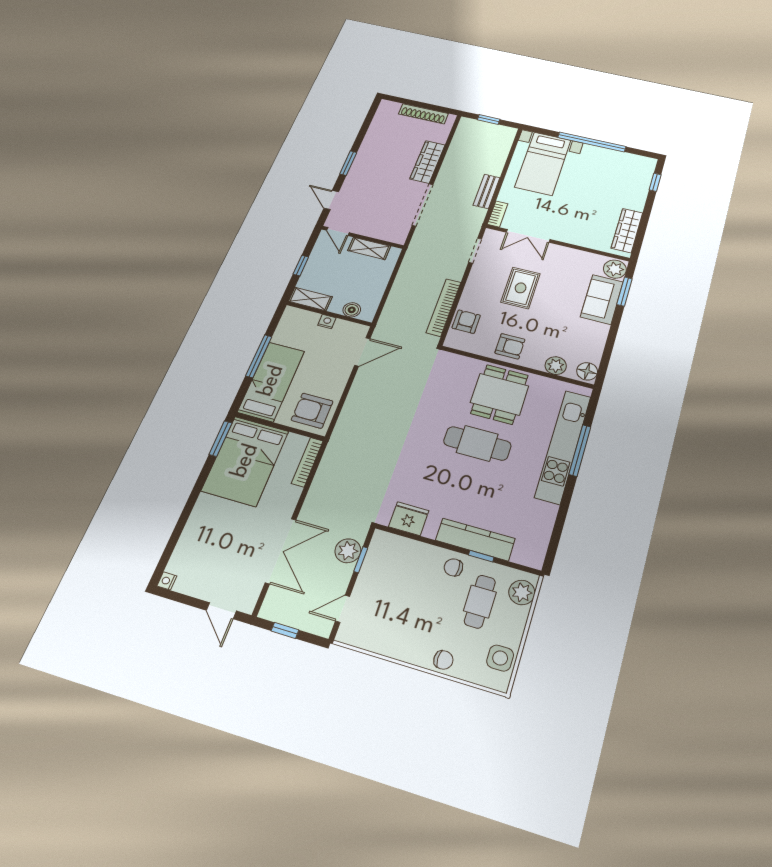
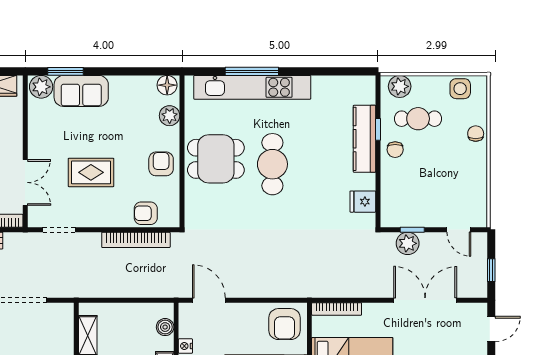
fridge: (409, 519) -> (363, 202), width x0.72

